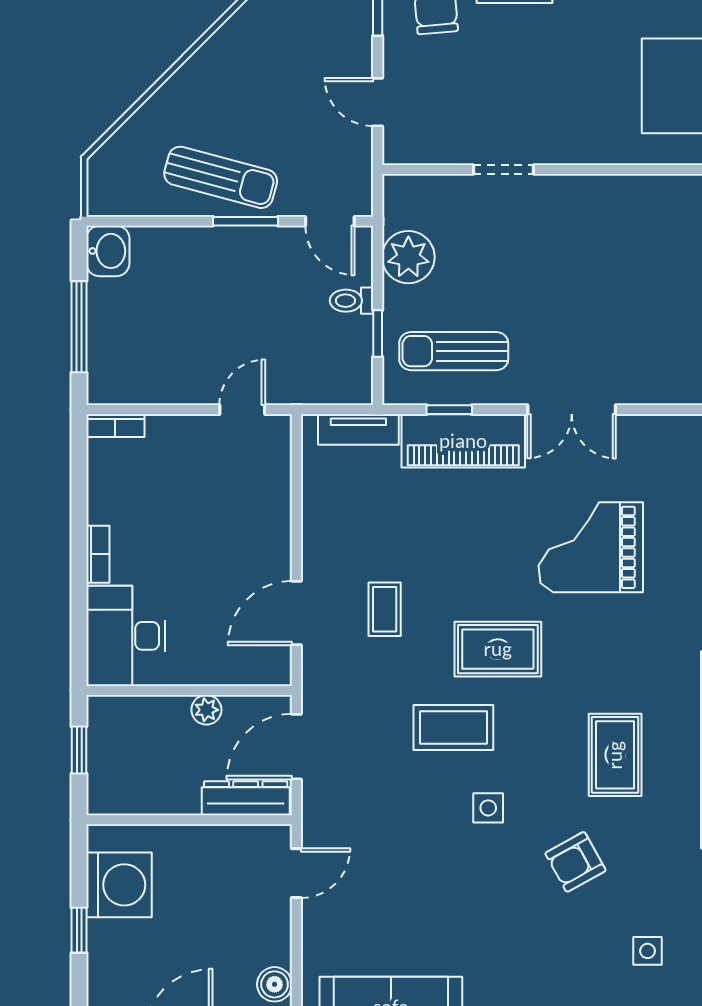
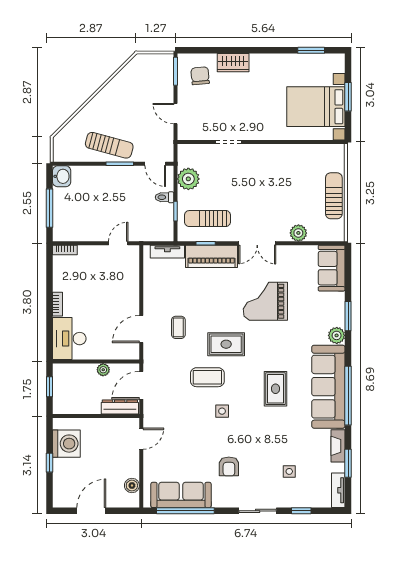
plant: (669, 385) -> (298, 233), added
armchair: (575, 862) -> (229, 466), moved, turned -61

